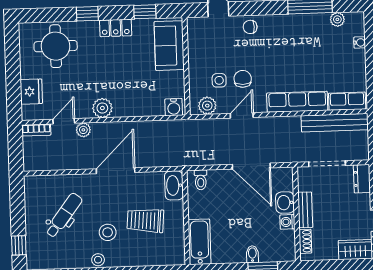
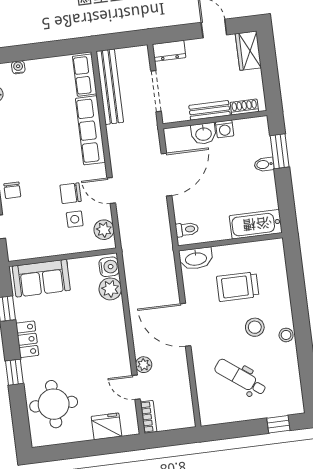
plant: (102, 108) -> (110, 289), moved
trolley: (145, 220) -> (238, 287), turned 85

